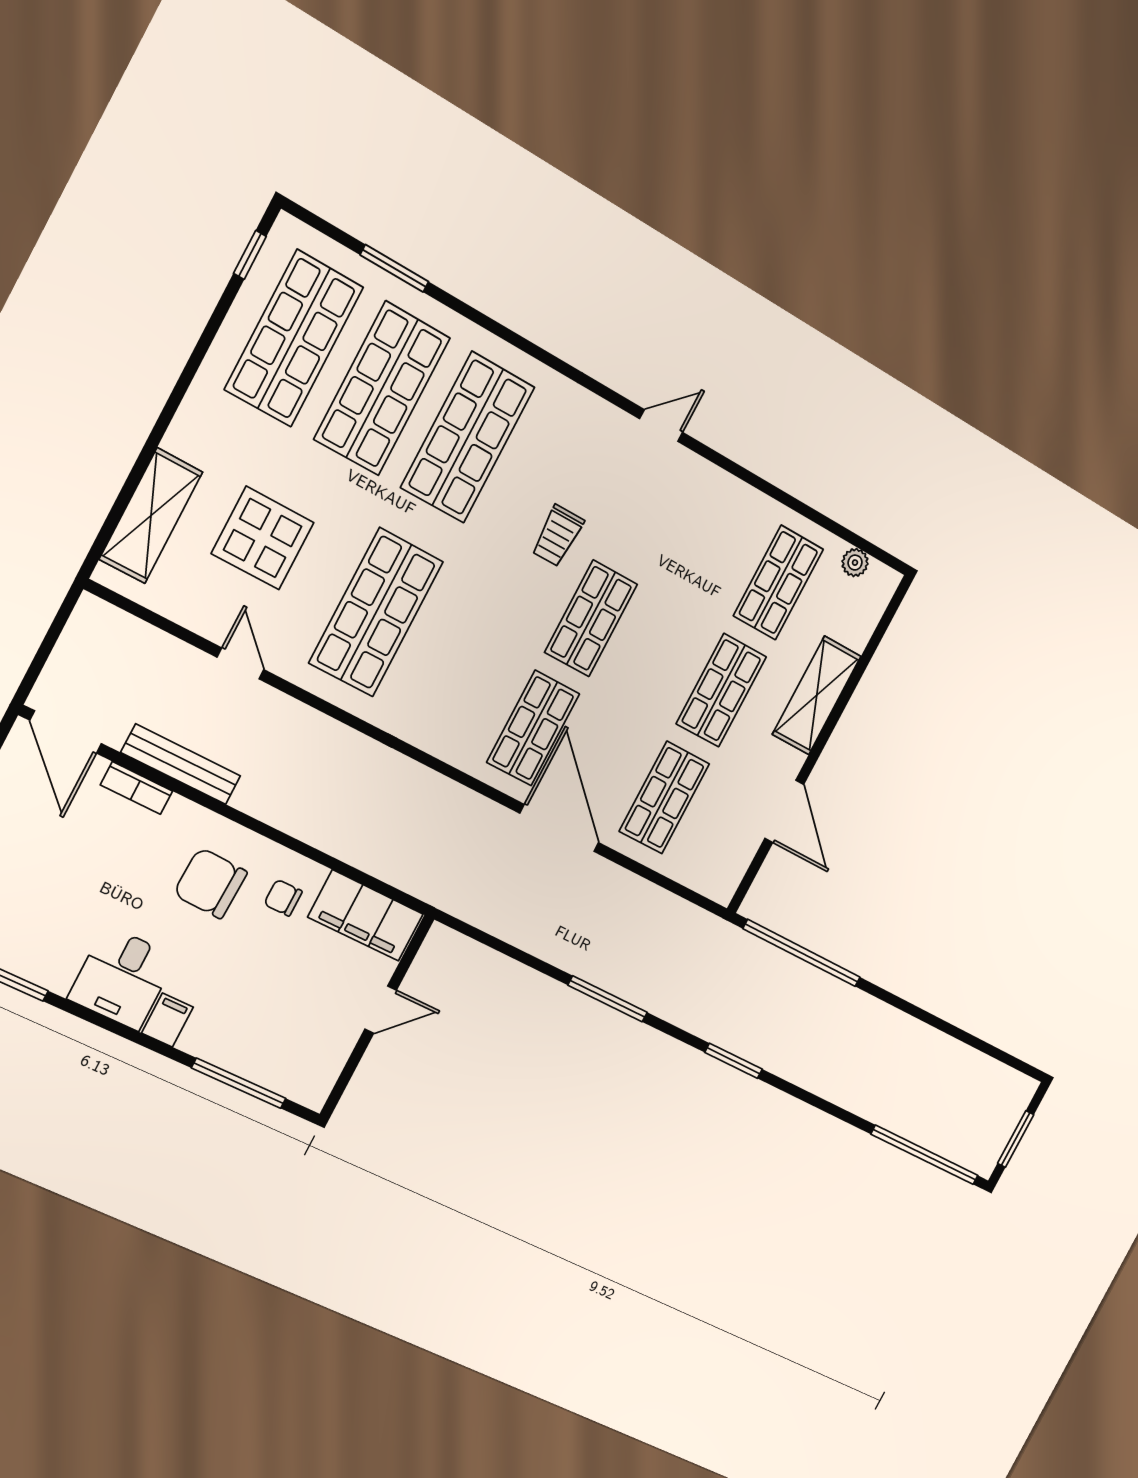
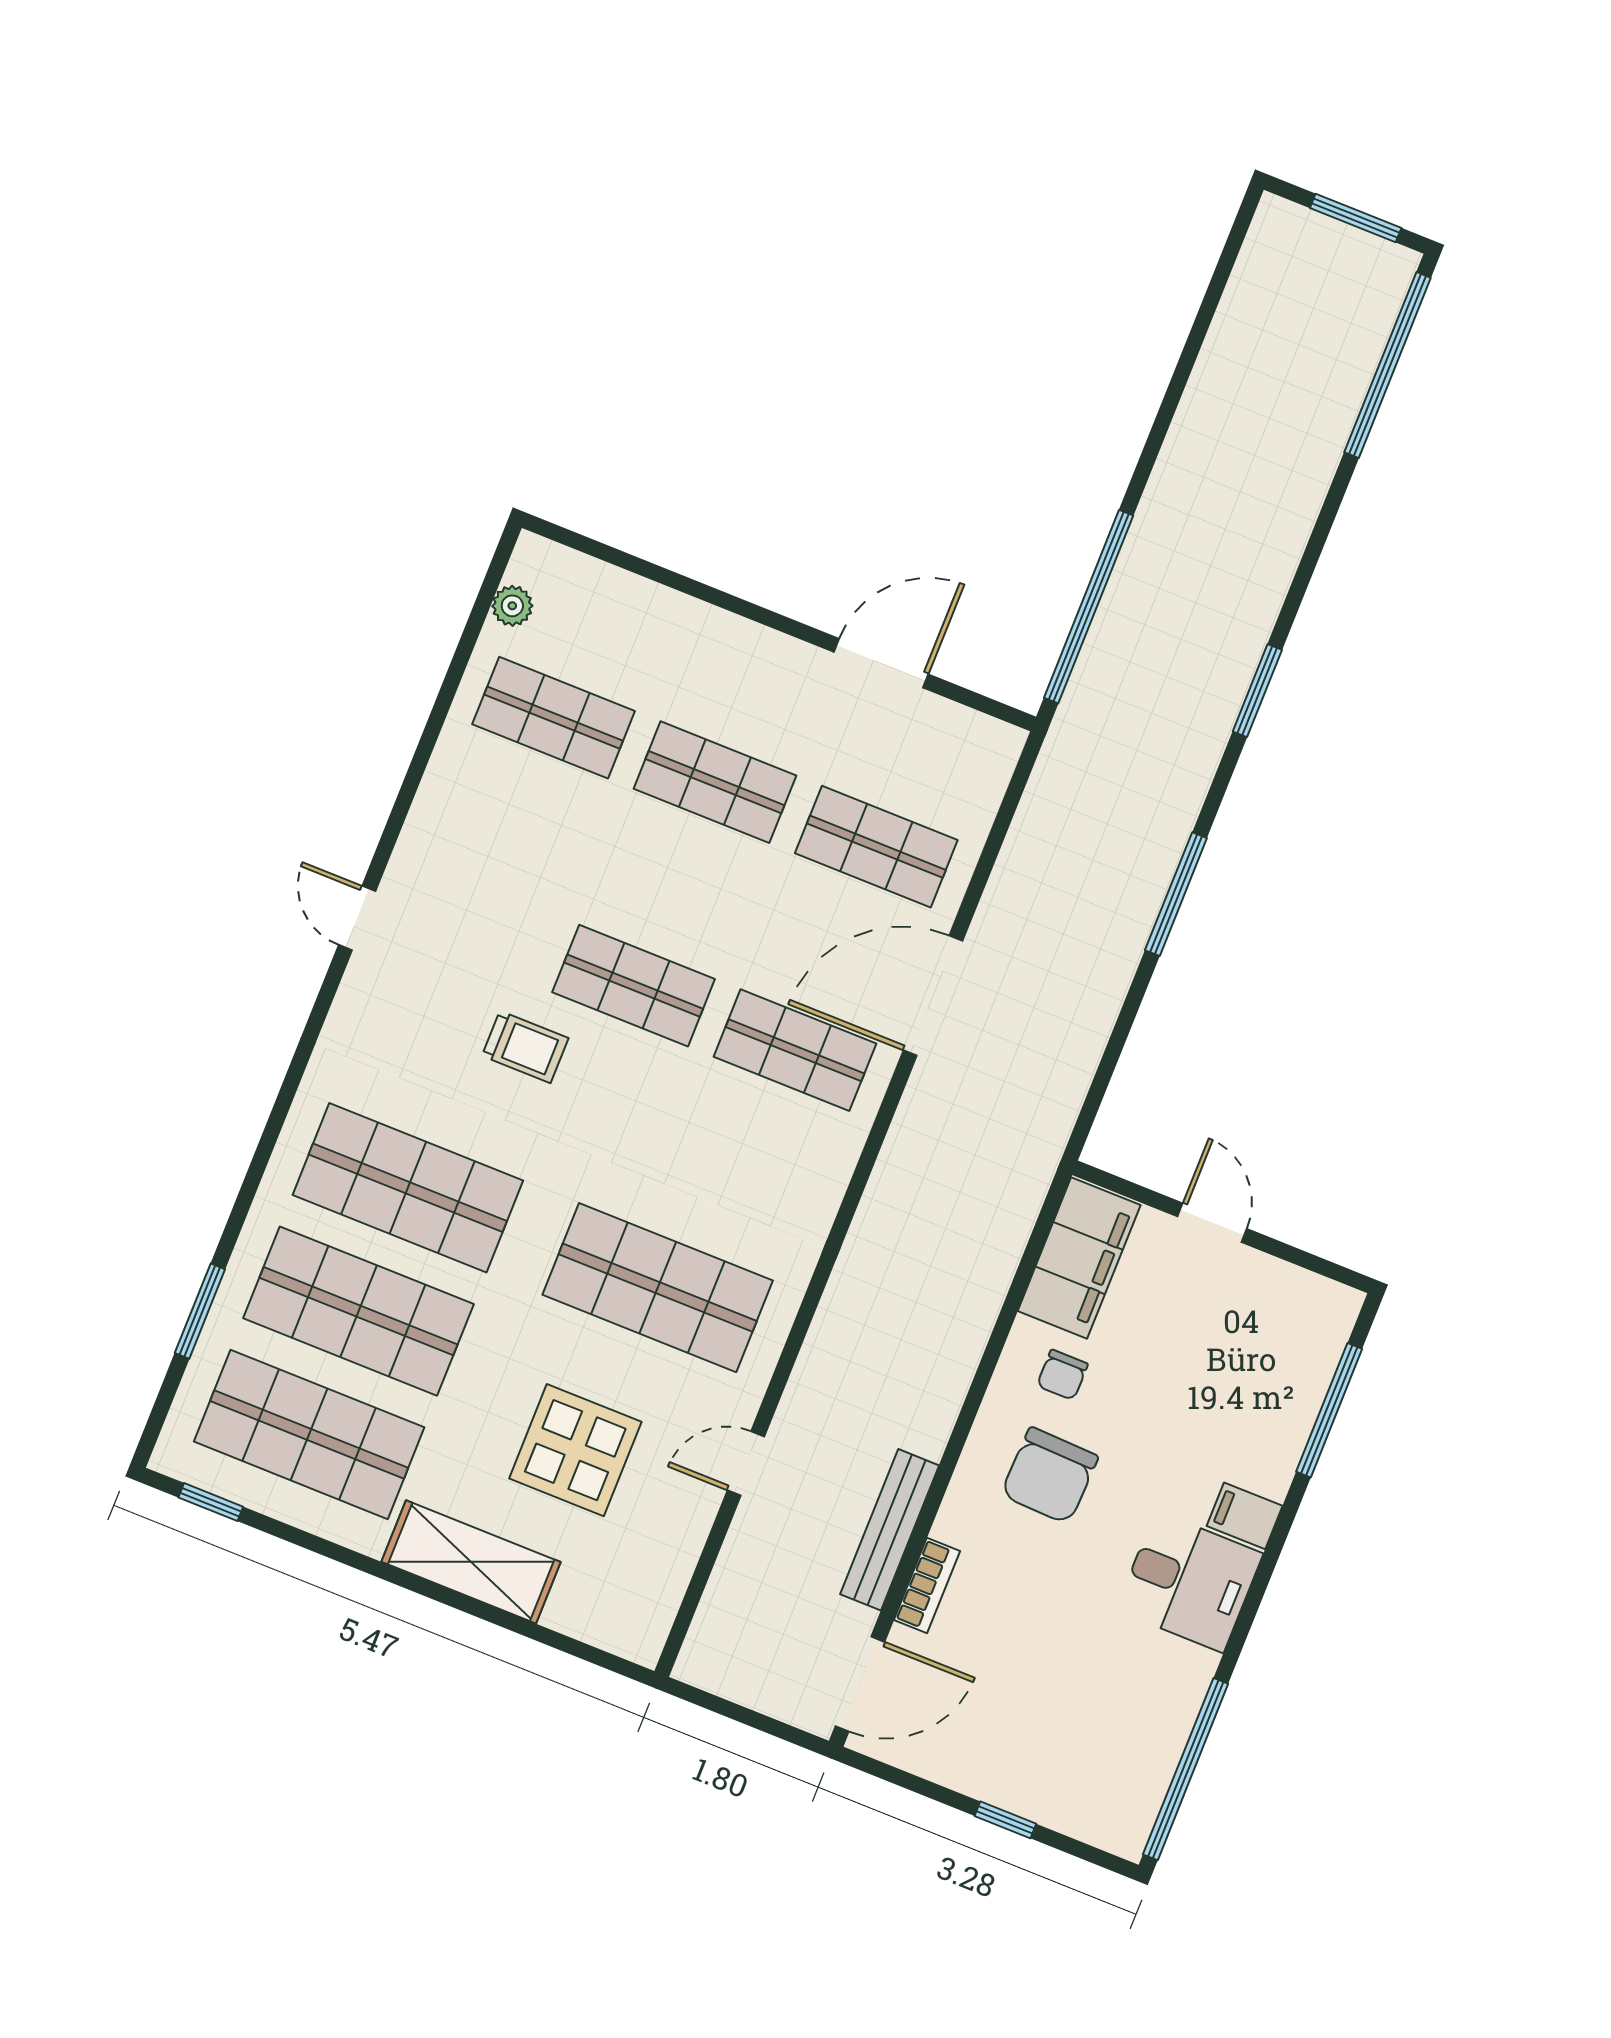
shelving: (151, 516) -> (471, 1562), moved
shelving: (817, 695) -> (708, 637), removed

